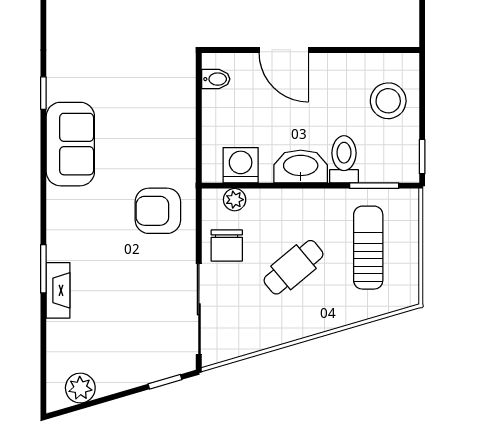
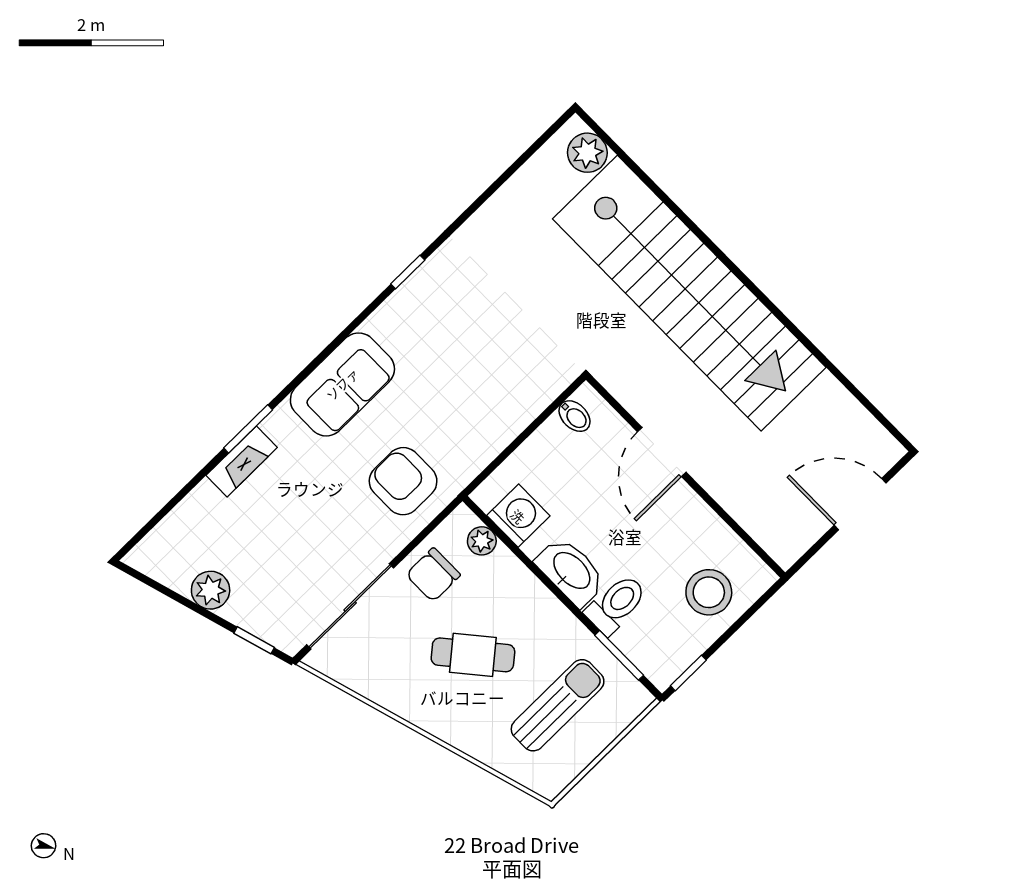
sofa: (70, 144) -> (342, 384), moved
plant: (80, 388) -> (211, 590), moved

